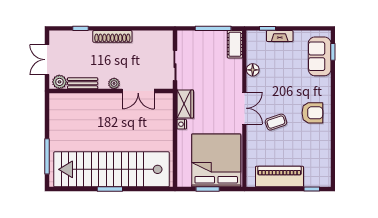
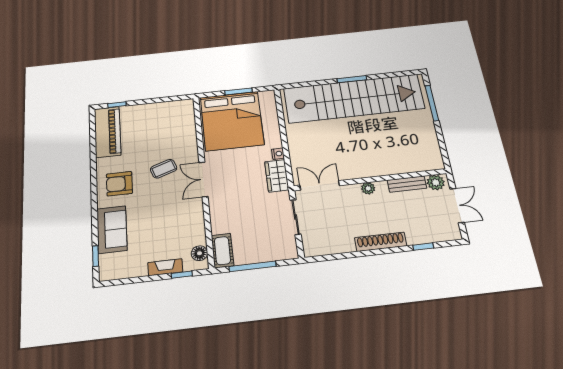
sofa: (320, 56) -> (112, 229), moved
floor lamp: (253, 70) -> (199, 253), moved
double door: (138, 91) -> (320, 185), moved
piano: (279, 177) -> (108, 132), moved, turned -90

